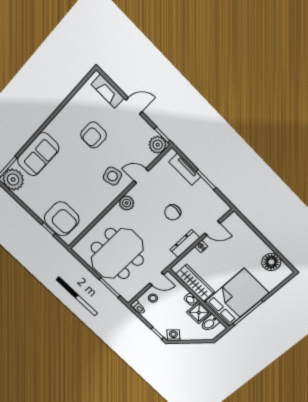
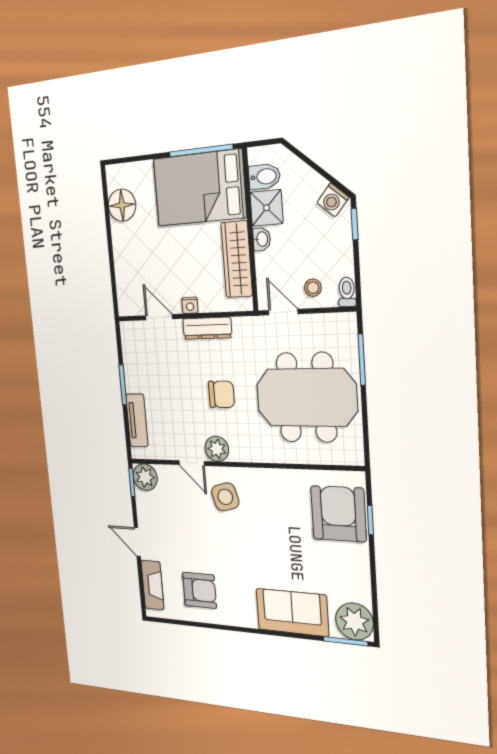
armchair: (94, 135) -> (199, 590), moved
plant: (127, 203) -> (217, 449), moved
chair: (173, 212) -> (221, 394), moved

